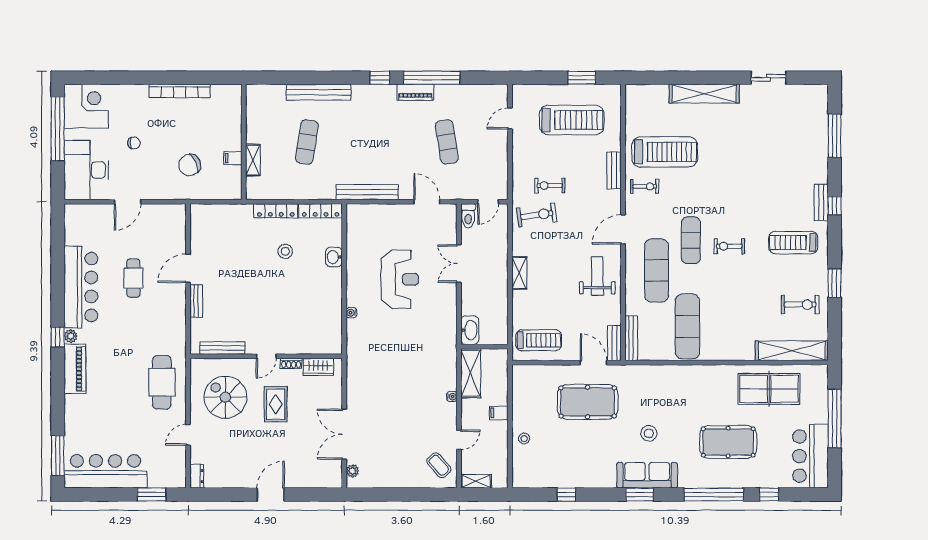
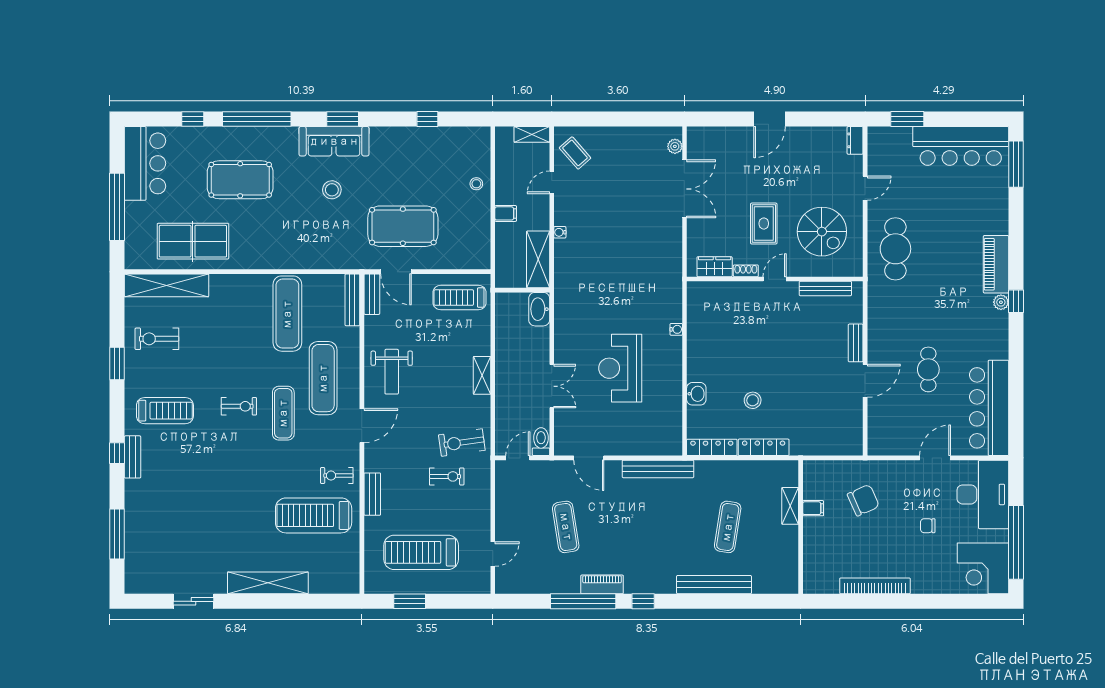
bar counter: (81, 287) -> (989, 408), moved

